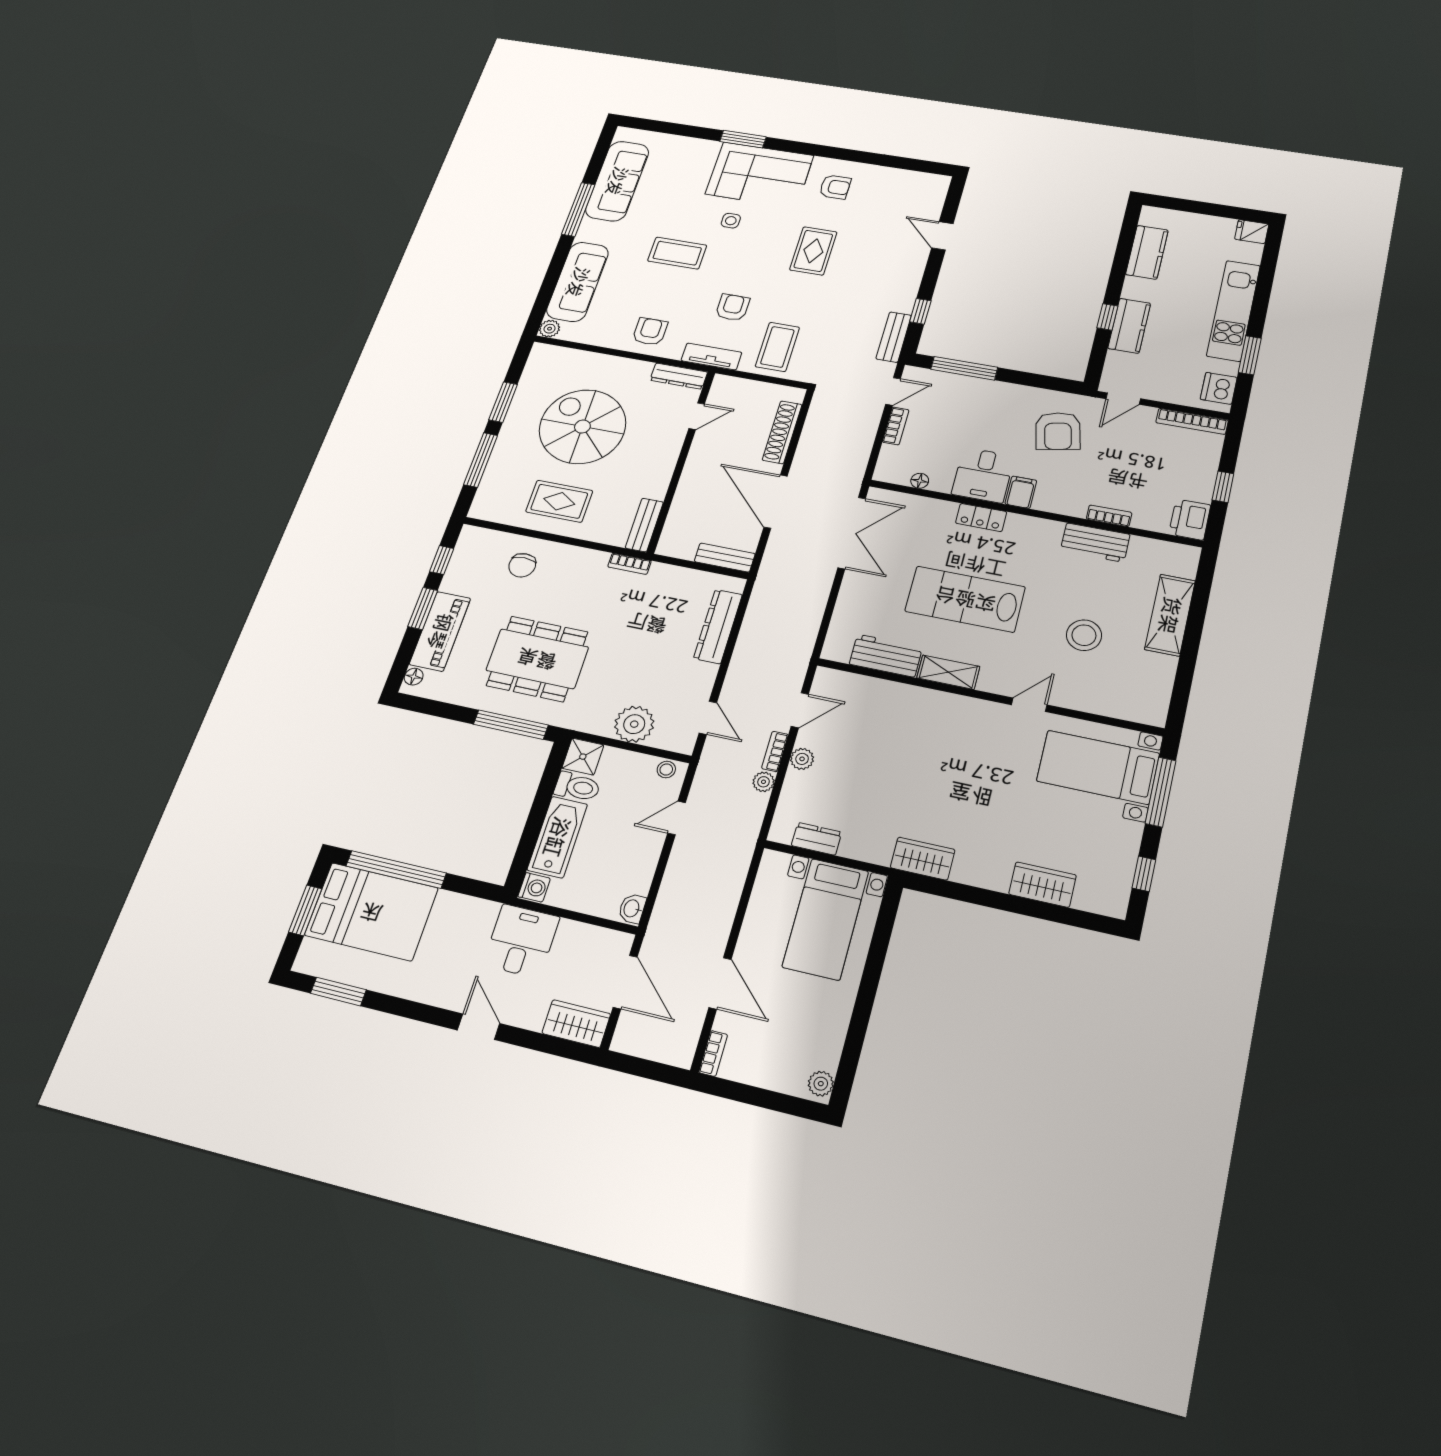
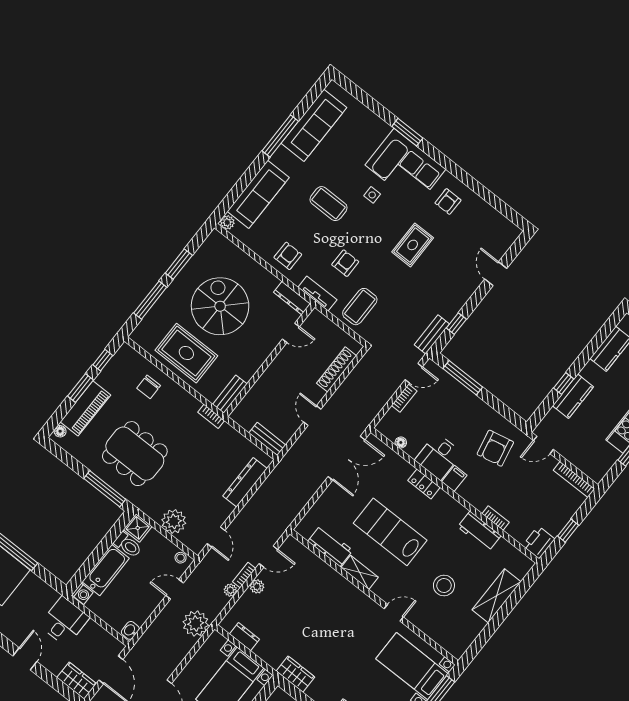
armchair: (835, 187) -> (448, 202), turned 90
dishwasher: (1219, 388) -> (601, 465), removed
rug: (559, 501) -> (186, 353), width x1.36, depth x1.43
door: (776, 502) -> (312, 416), width x0.53
plant: (731, 853) -> (196, 624), added

